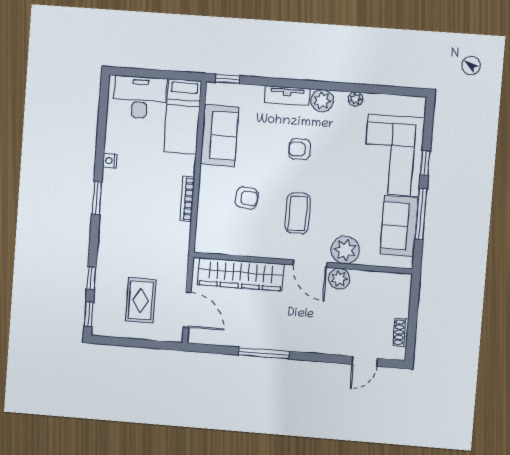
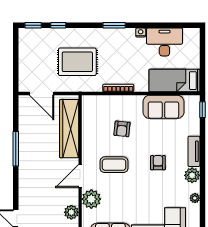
desk: (140, 97) -> (164, 42), moved, turned -90
plant: (339, 279) -> (71, 212), moved
rug: (141, 300) -> (77, 62), moved, width x1.36, depth x1.43
door: (187, 310) -> (42, 94), hinge flipped

